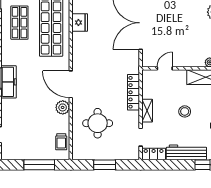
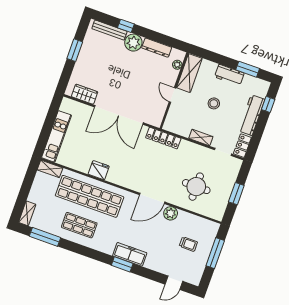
door: (165, 68) -> (173, 95), moved
locker: (133, 92) -> (163, 138), moved
trolley: (61, 142) -> (188, 244), moved

